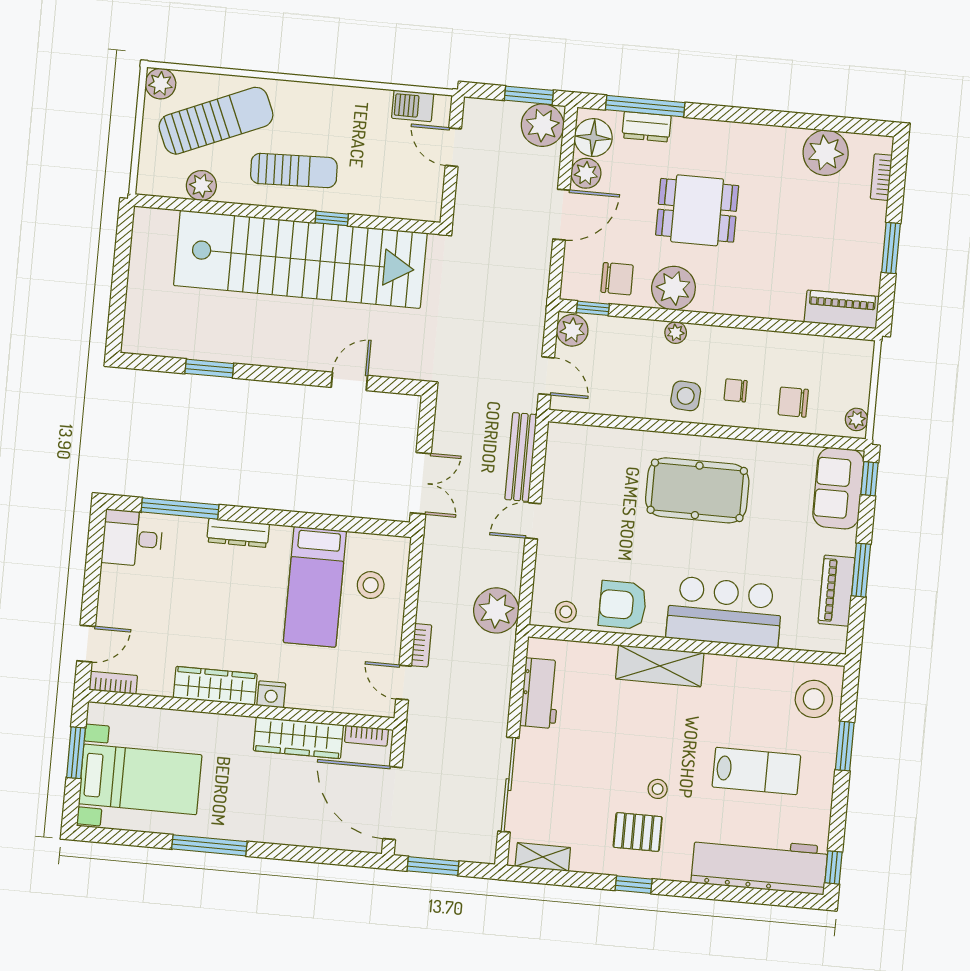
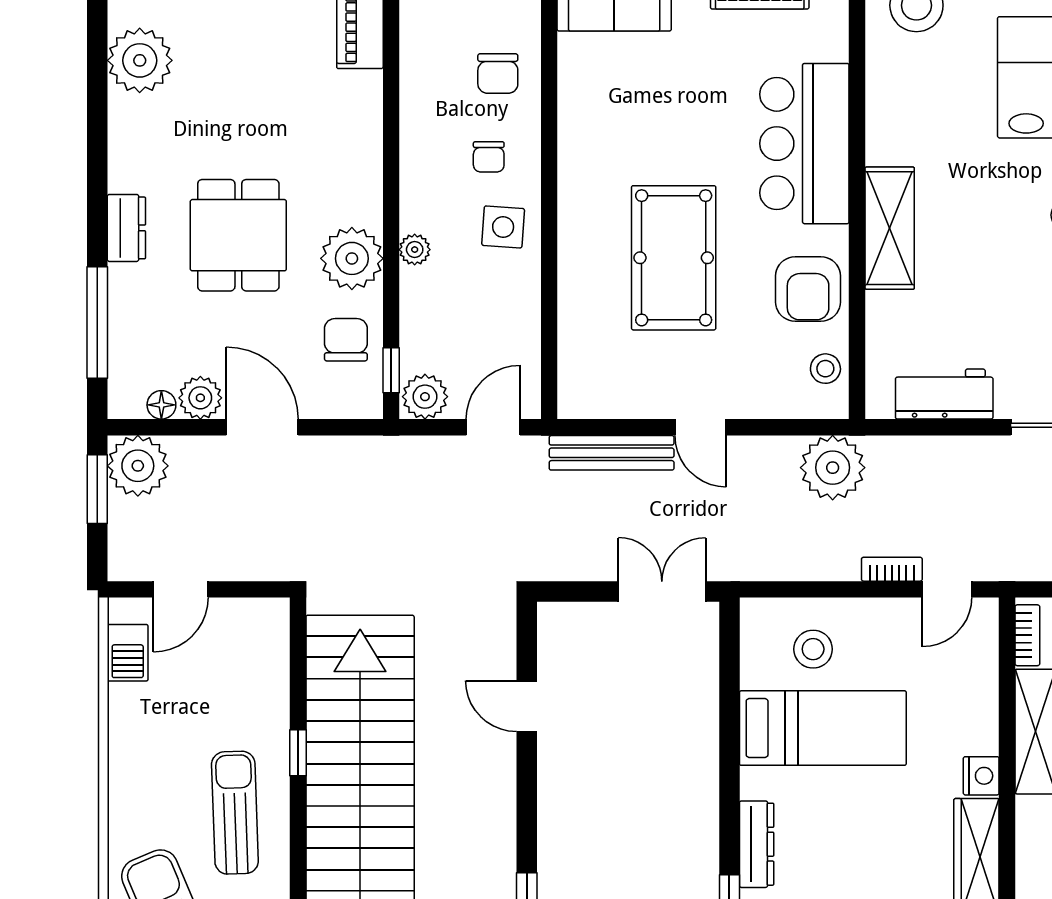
dresser: (647, 127) -> (126, 228), moved
floor lamp: (593, 138) -> (161, 405), width x0.53, depth x0.53
pool table: (697, 490) -> (674, 258), moved

